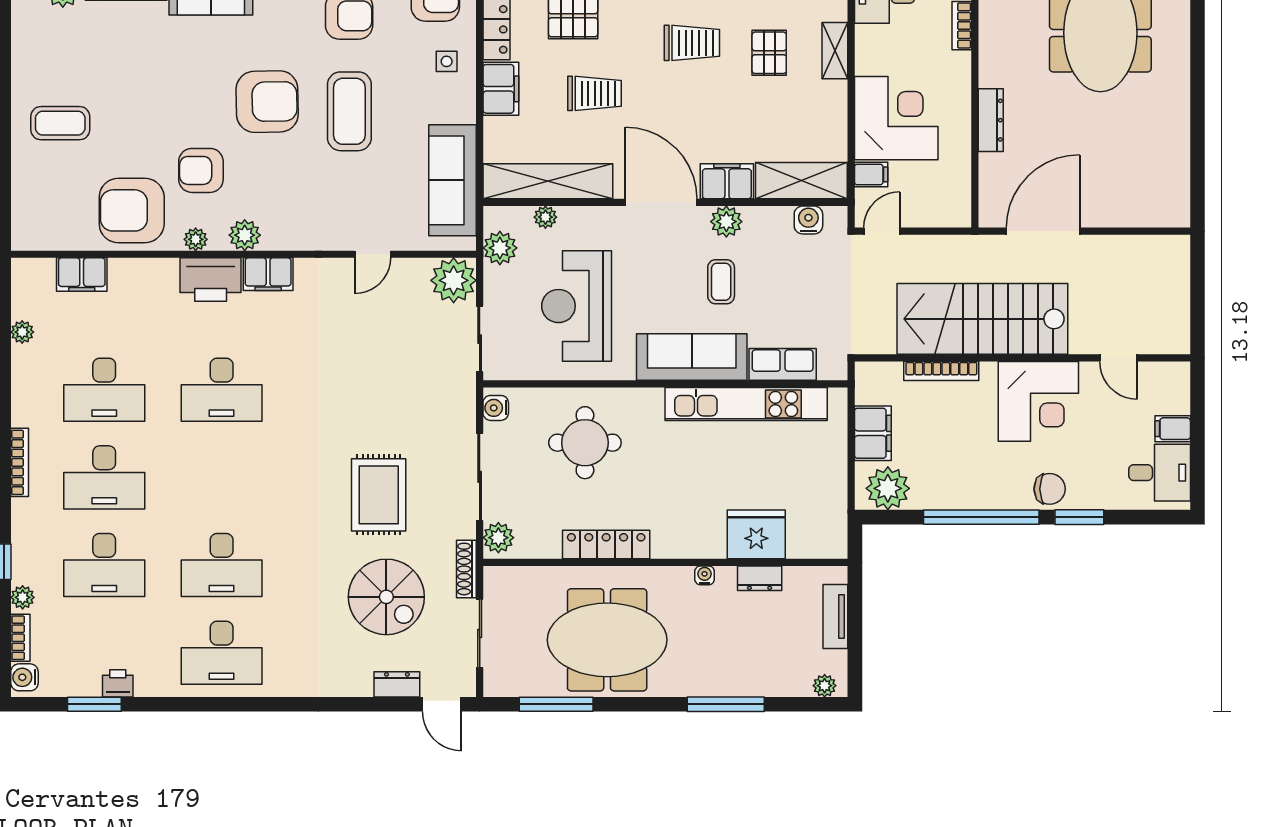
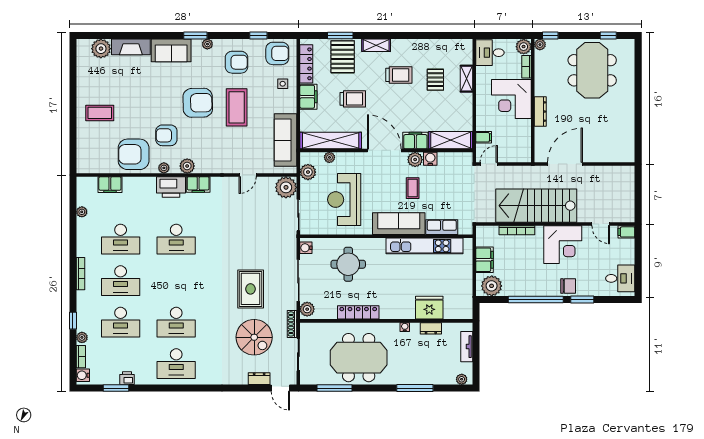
corner desk: (896, 118) -> (511, 99), moved, turned 180
water cooler: (808, 220) -> (430, 159), moved
filing cabinet: (1173, 429) -> (626, 232), moved

